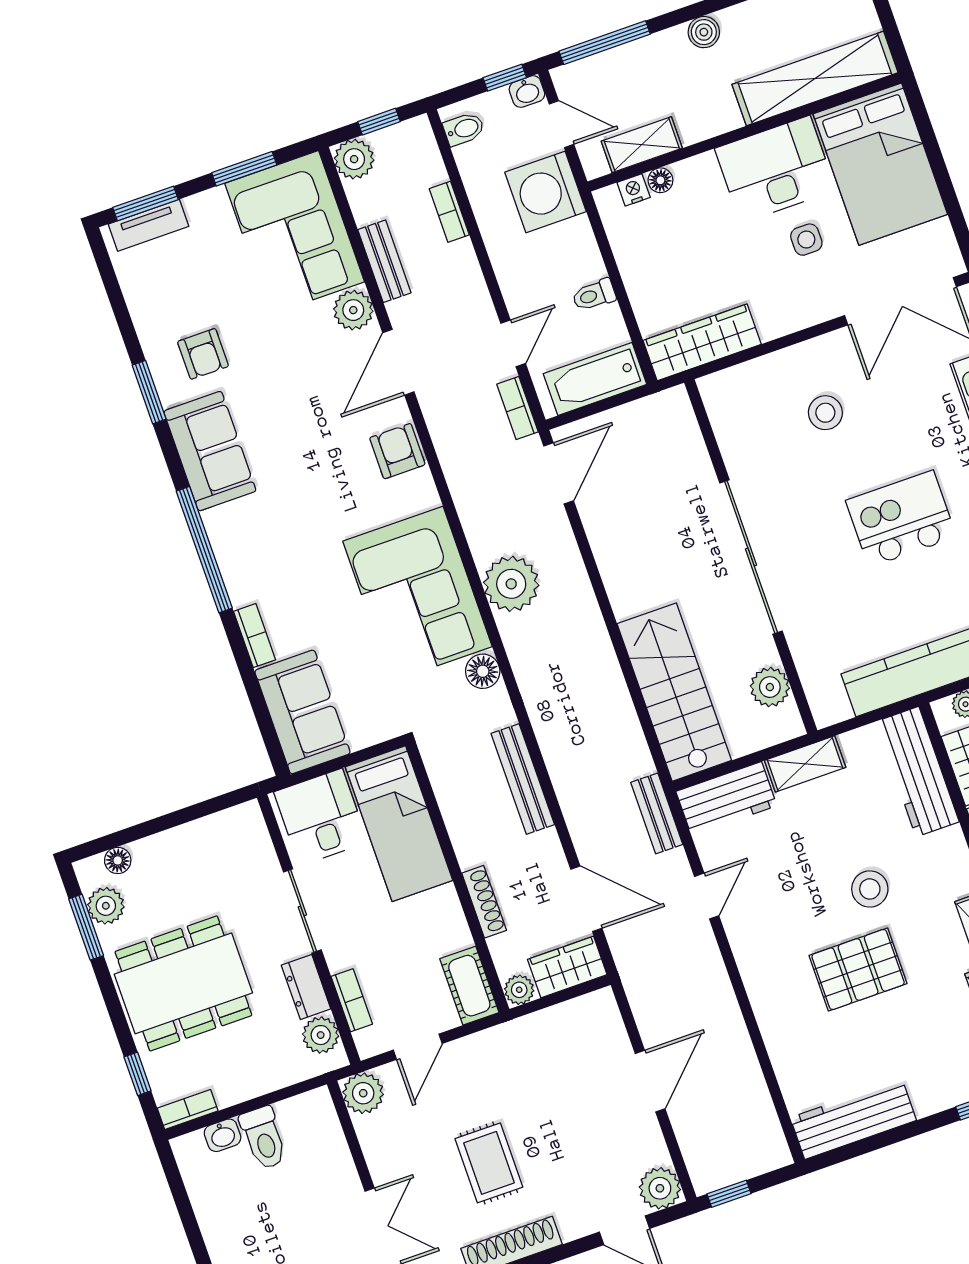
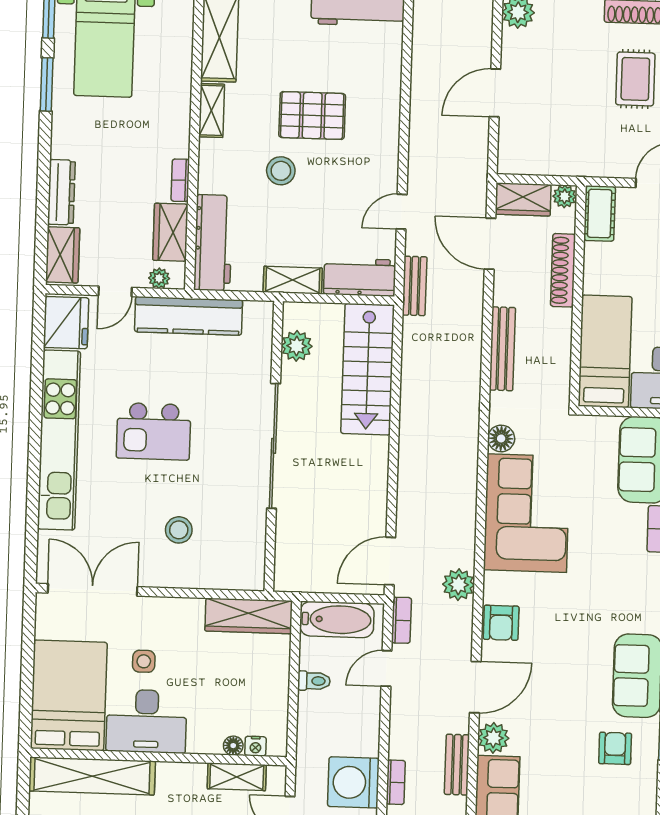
washing machine: (546, 192) -> (353, 782), moved, turned 180
plant: (511, 584) -> (459, 585), moved, width x0.73, depth x0.73
shoe rack: (484, 902) -> (563, 270), width x1.36, depth x1.24

